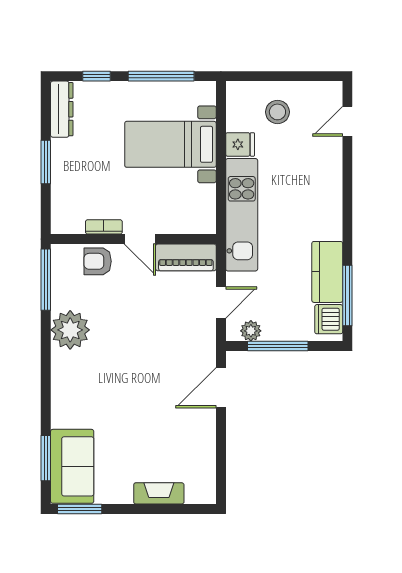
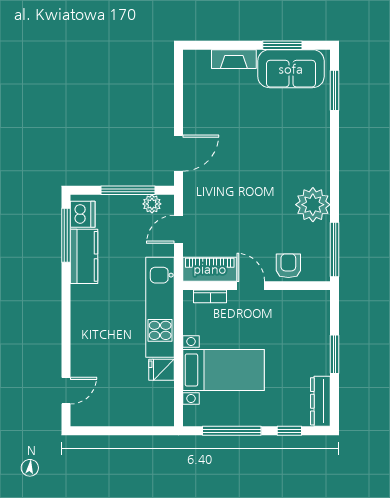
stool: (277, 112) -> (128, 399), removed
bookcase: (104, 227) -> (210, 296), moved
armchair: (98, 261) -> (288, 266), turned -90
sofa: (72, 466) -> (291, 69), moved, turned -90
window: (80, 509) -> (282, 45), moved

